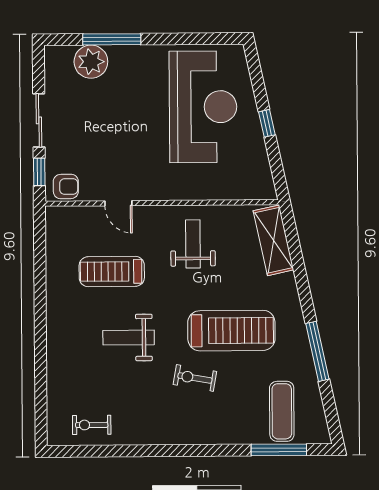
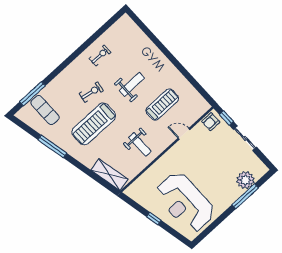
exercise bike: (92, 425) -> (100, 56), moved

